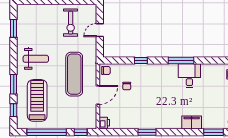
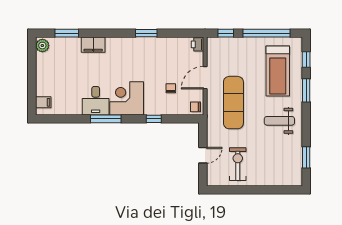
corner desk: (164, 78) -> (127, 98), added

